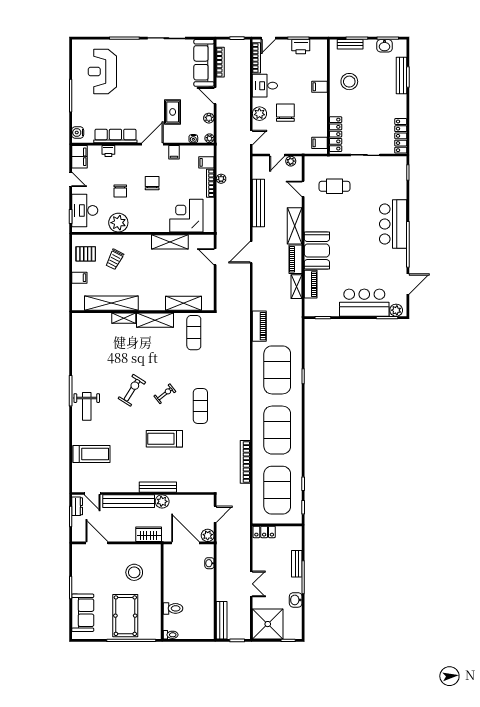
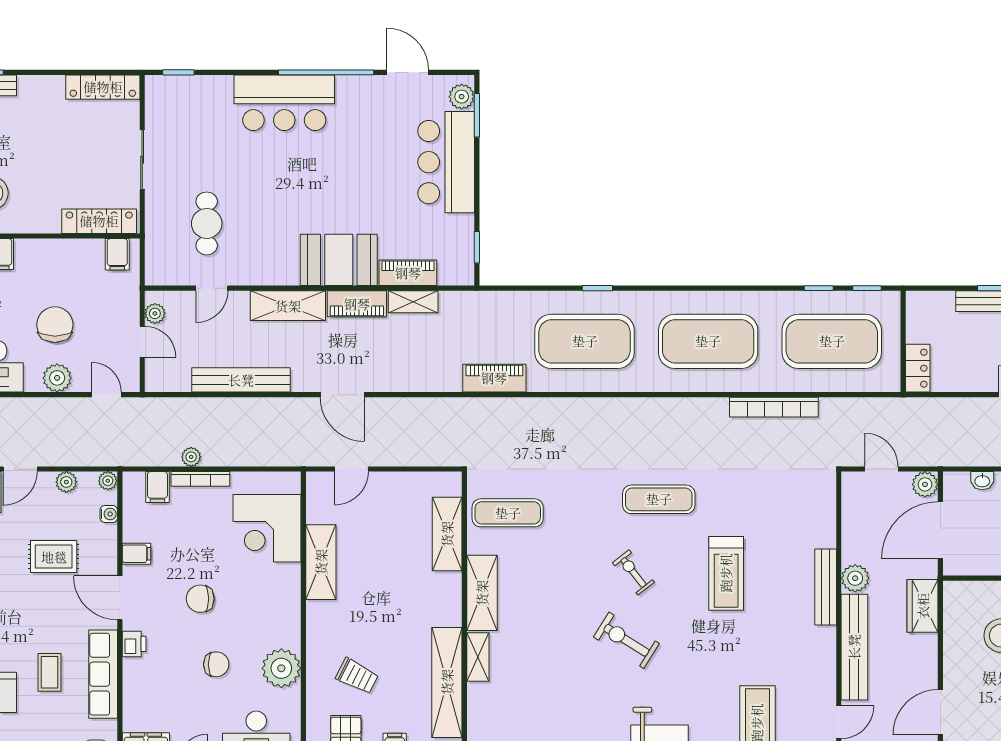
coffee table: (116, 110) -> (50, 672), added
chair: (285, 113) -> (55, 325), turned 90
printer: (108, 151) -> (134, 644), moved

